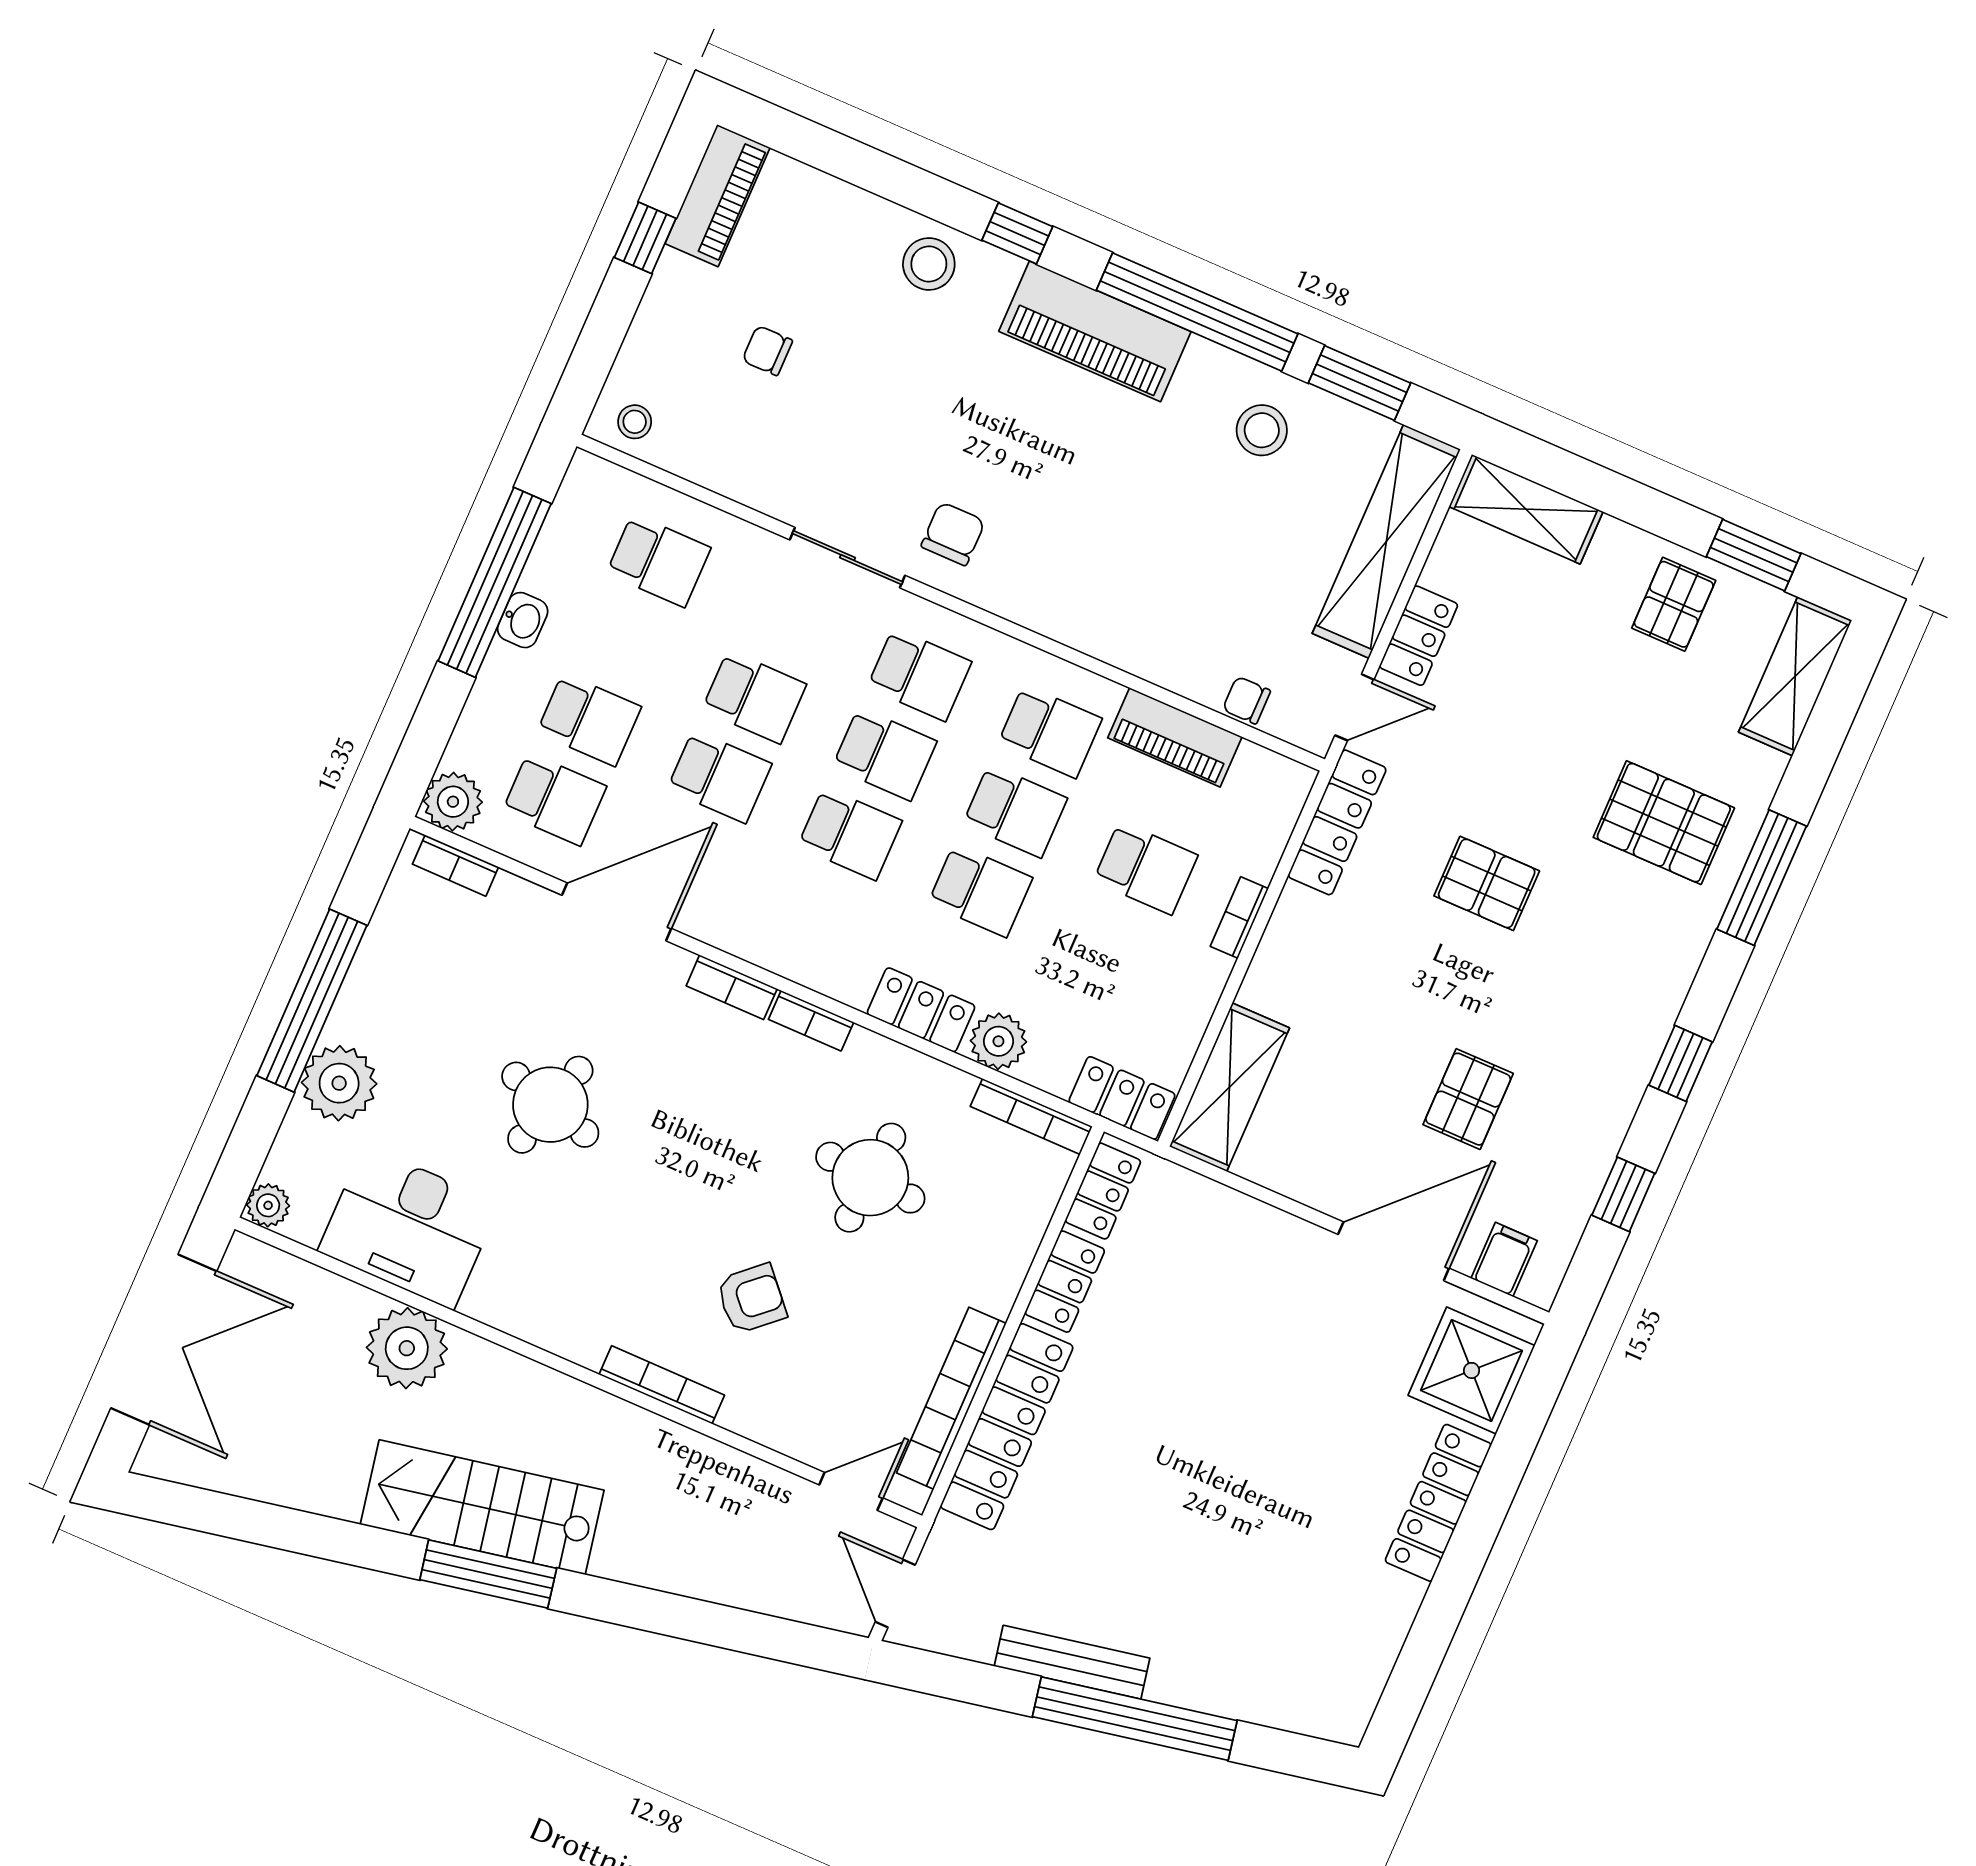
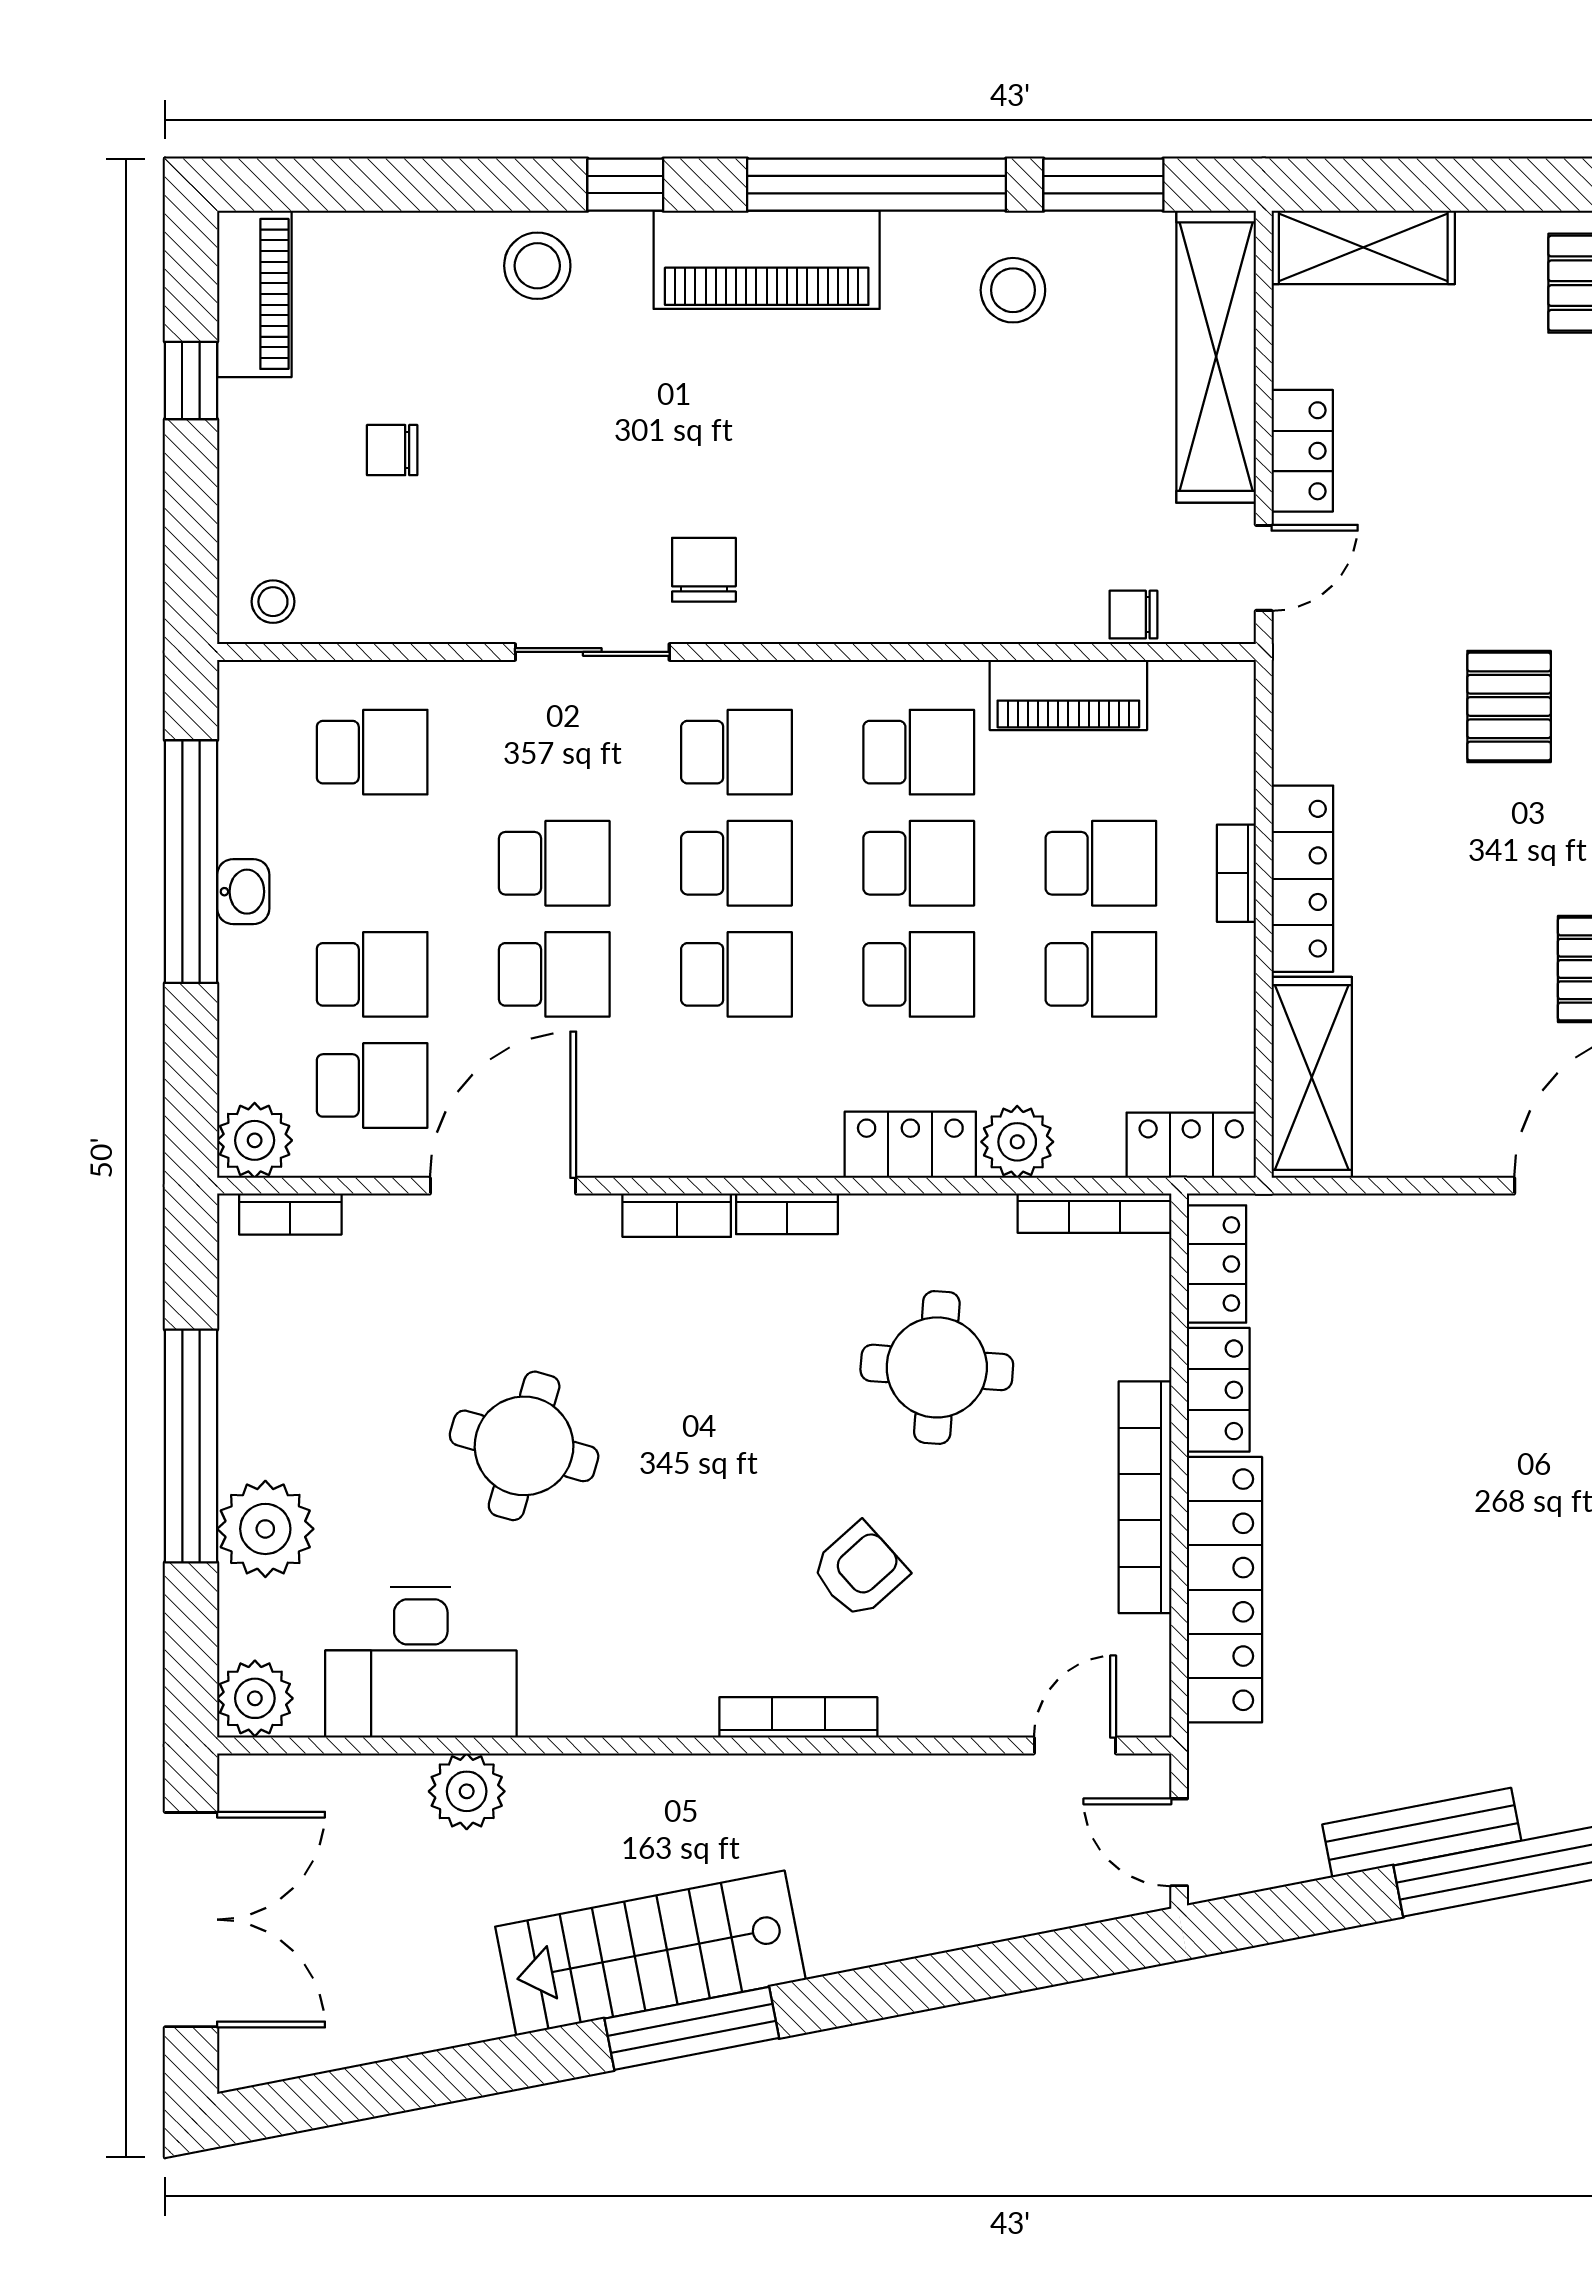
locker: (1337, 822) -> (1302, 879), moved
pallet: (1487, 883) -> (1509, 707), turned 90
school desk: (1111, 948) -> (1101, 974), added
plant: (268, 1205) -> (255, 1698), width x1.38, depth x1.38
plant: (407, 1348) -> (467, 1791), width x0.73, depth x0.73
bookcase: (951, 1398) -> (1145, 1497), moved

